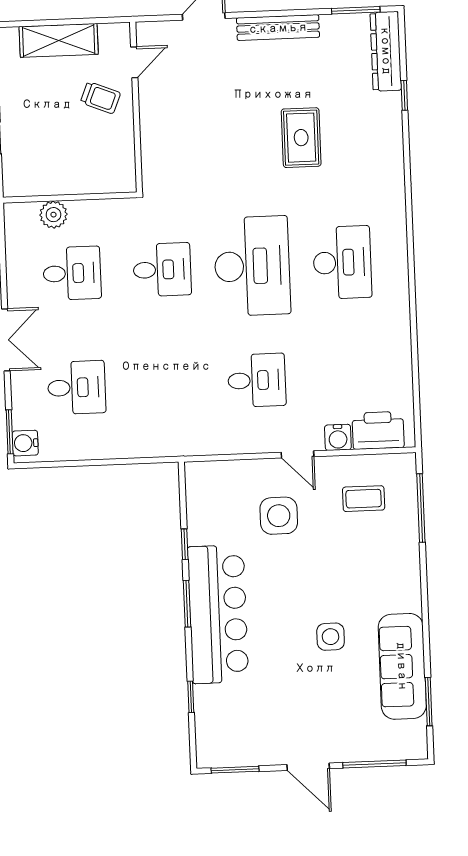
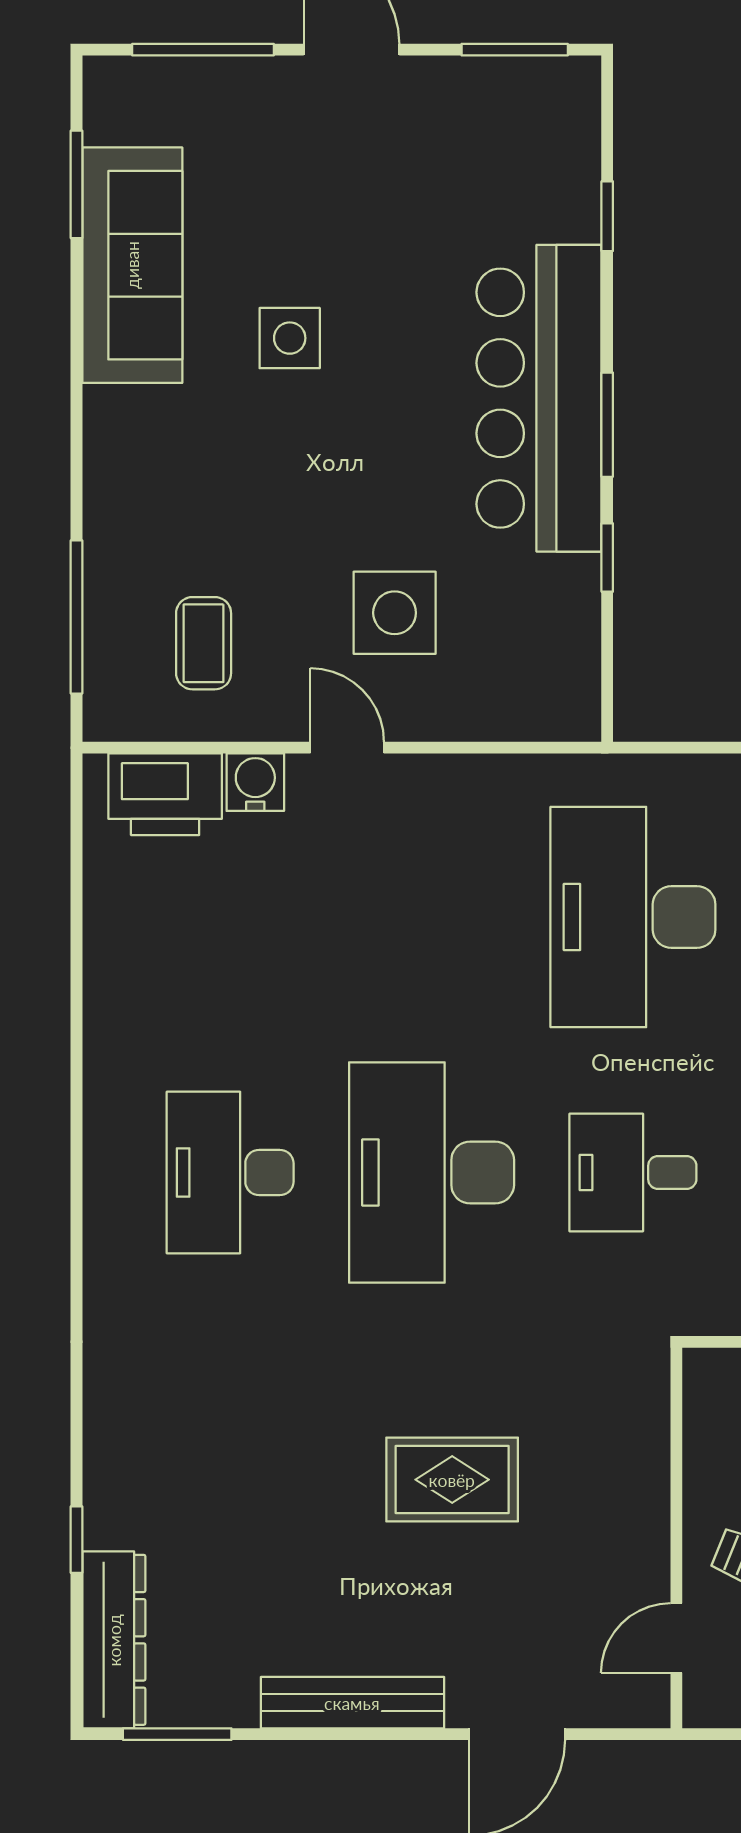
rug: (301, 138) -> (452, 1480), moved, turned 90
desk: (257, 380) -> (633, 917), moved, width x1.87, depth x1.30
coffee table: (364, 499) -> (204, 643), turned 90

